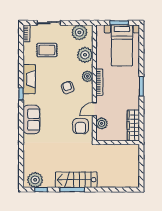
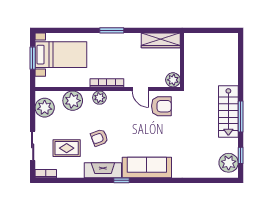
rug: (47, 50) -> (67, 148), turned 90
armchair: (68, 88) -> (99, 138), moved
sofa: (31, 120) -> (147, 167), width x1.36
plant: (102, 123) -> (173, 80), moved

